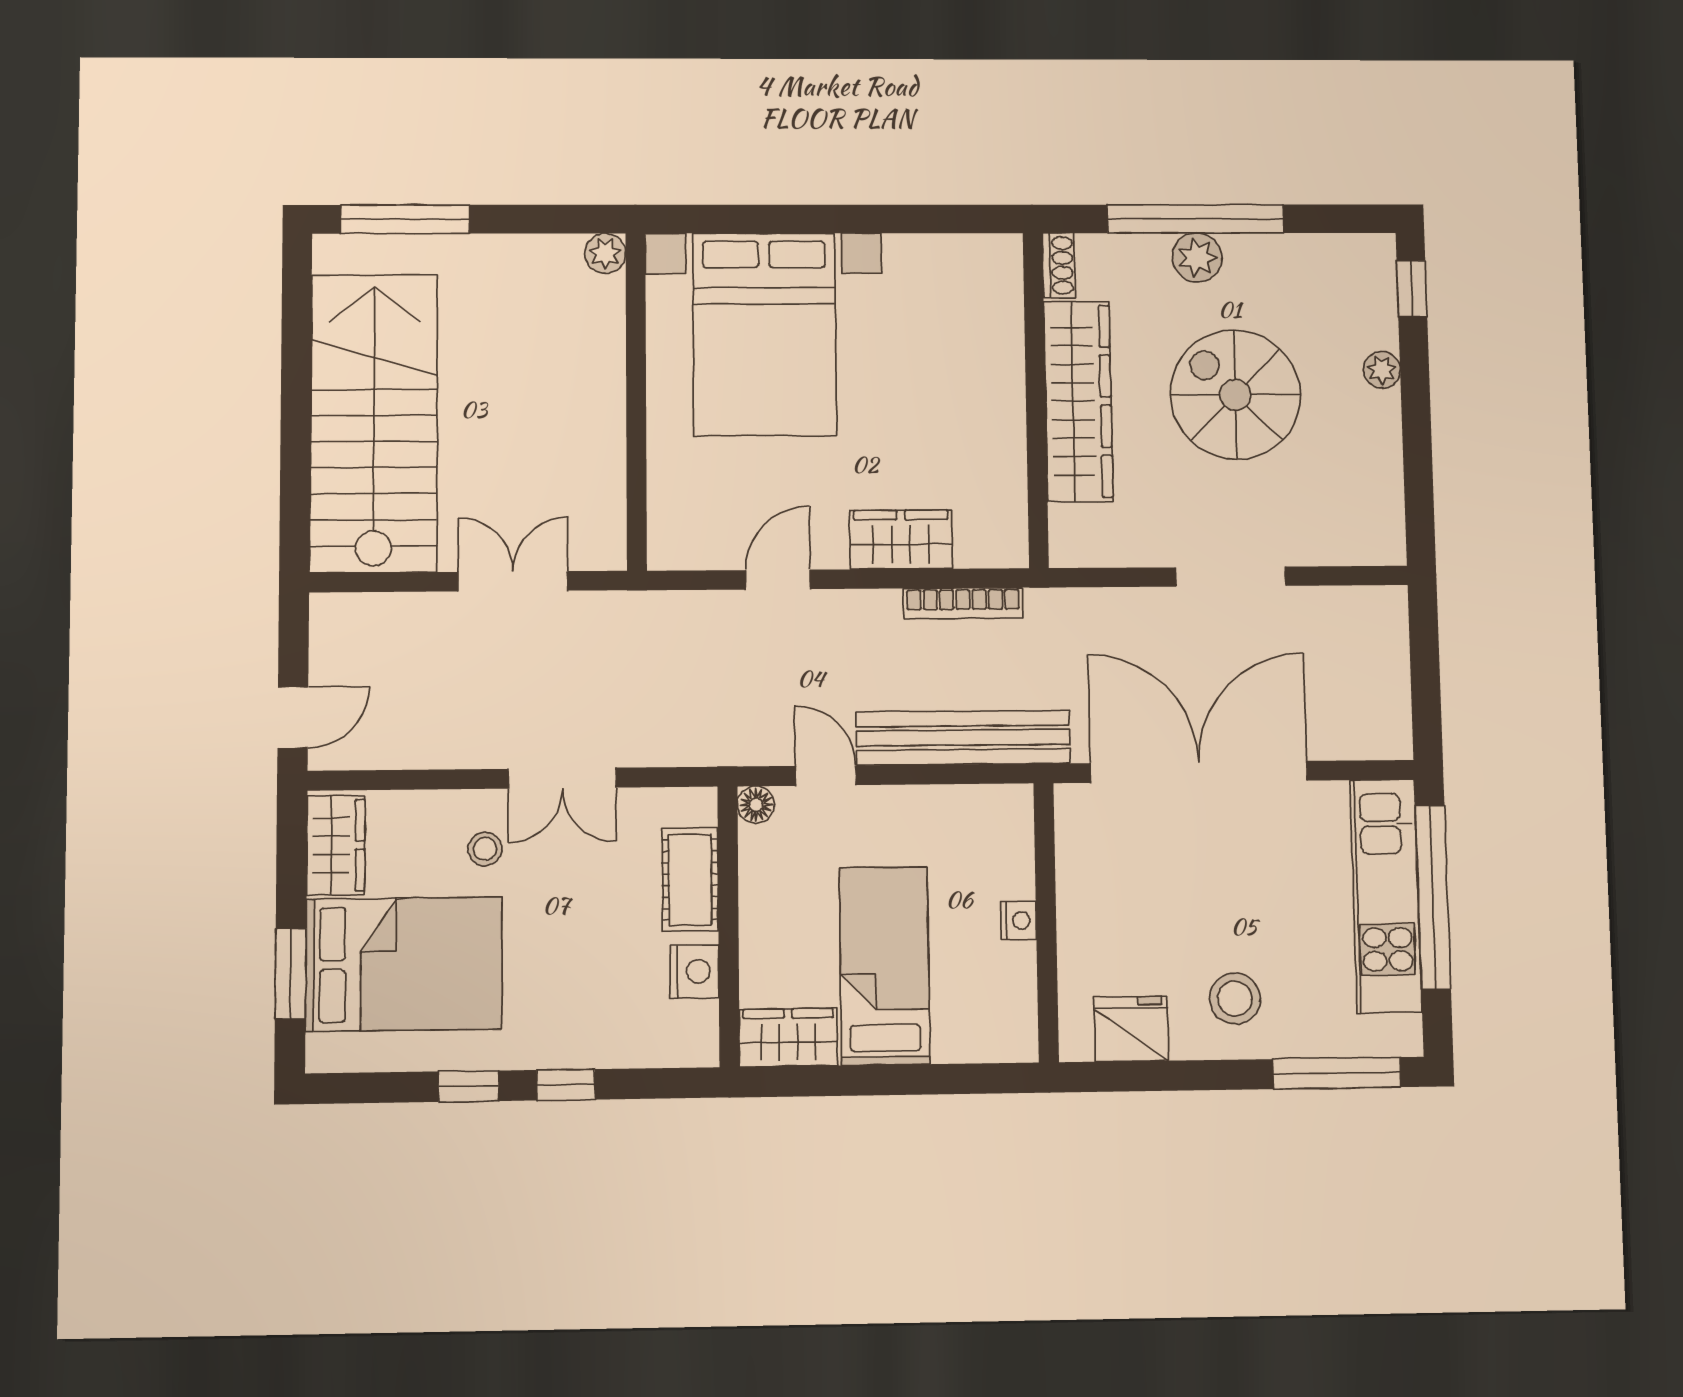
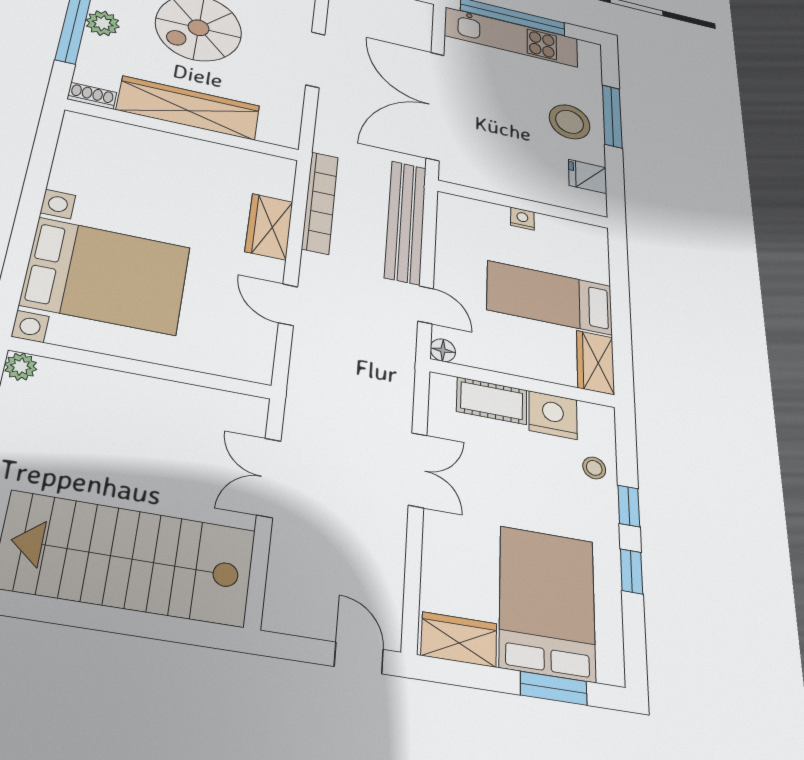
bookcase: (963, 603) -> (320, 202), width x1.48, depth x1.31
door: (826, 776) -> (426, 305), swing flipped
stool: (485, 849) -> (594, 468), moved
nightstand: (694, 971) -> (553, 415), width x1.36, depth x1.33
stool: (1235, 999) -> (570, 122), width x1.38, depth x1.38
fridge: (1131, 1029) -> (588, 176), width x0.72
window: (1337, 1073) -> (612, 116), moved

